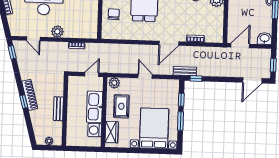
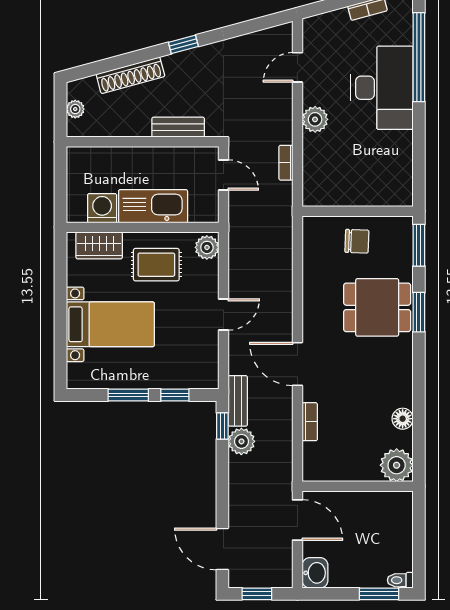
window: (12, 52) -> (266, 22), removed
plant: (203, 70) -> (241, 441), added
door: (92, 75) -> (223, 175), moved
shoe rack: (30, 95) -> (130, 75), moved
window: (24, 102) -> (183, 44), moved
bench: (58, 109) -> (178, 127), moved
bed with nightstands: (154, 128) -> (110, 324), width x0.73

